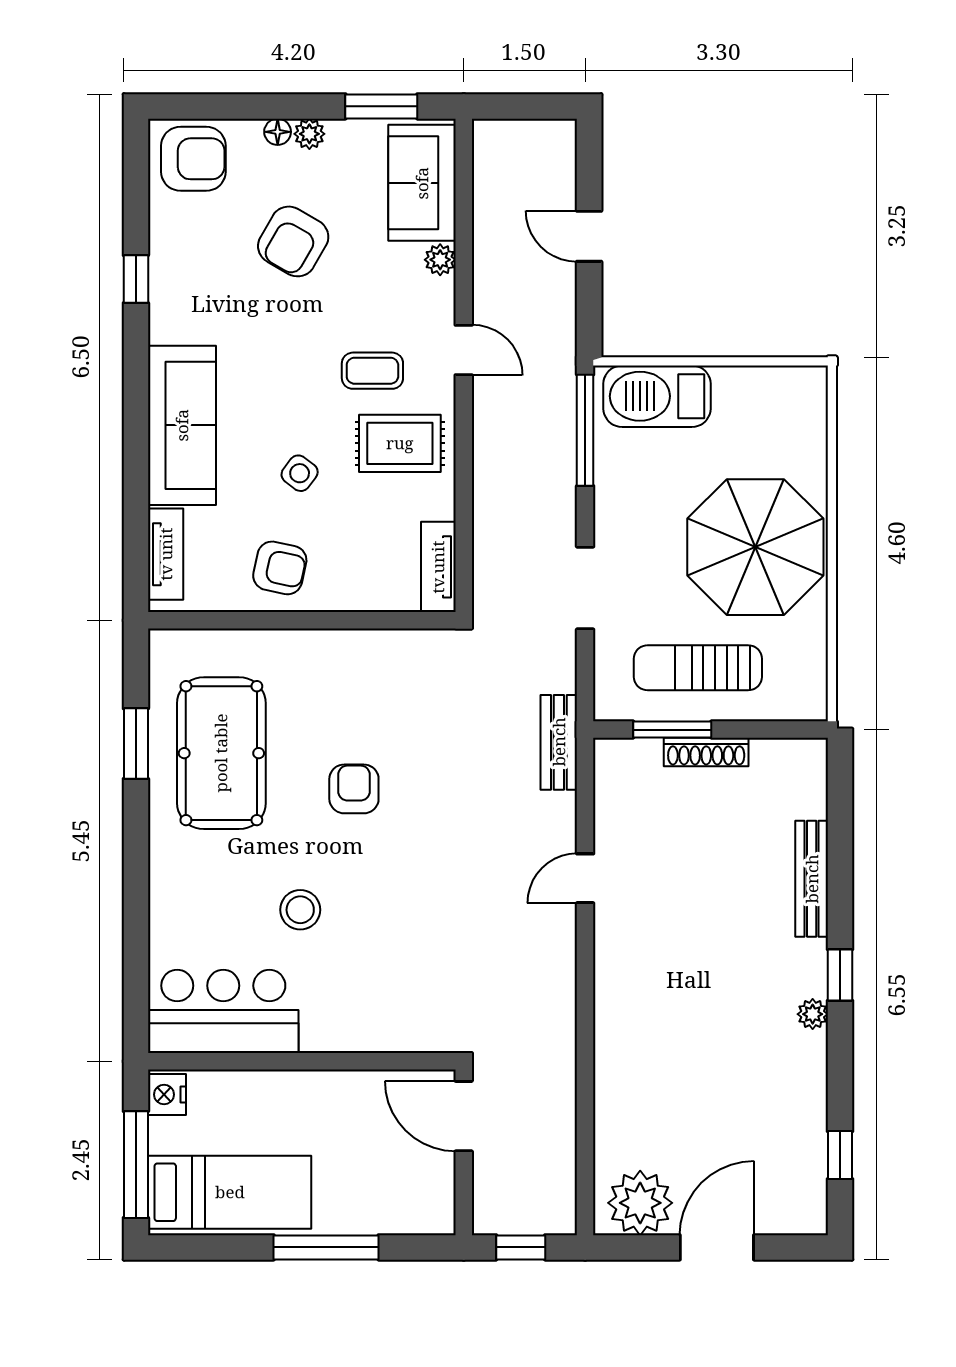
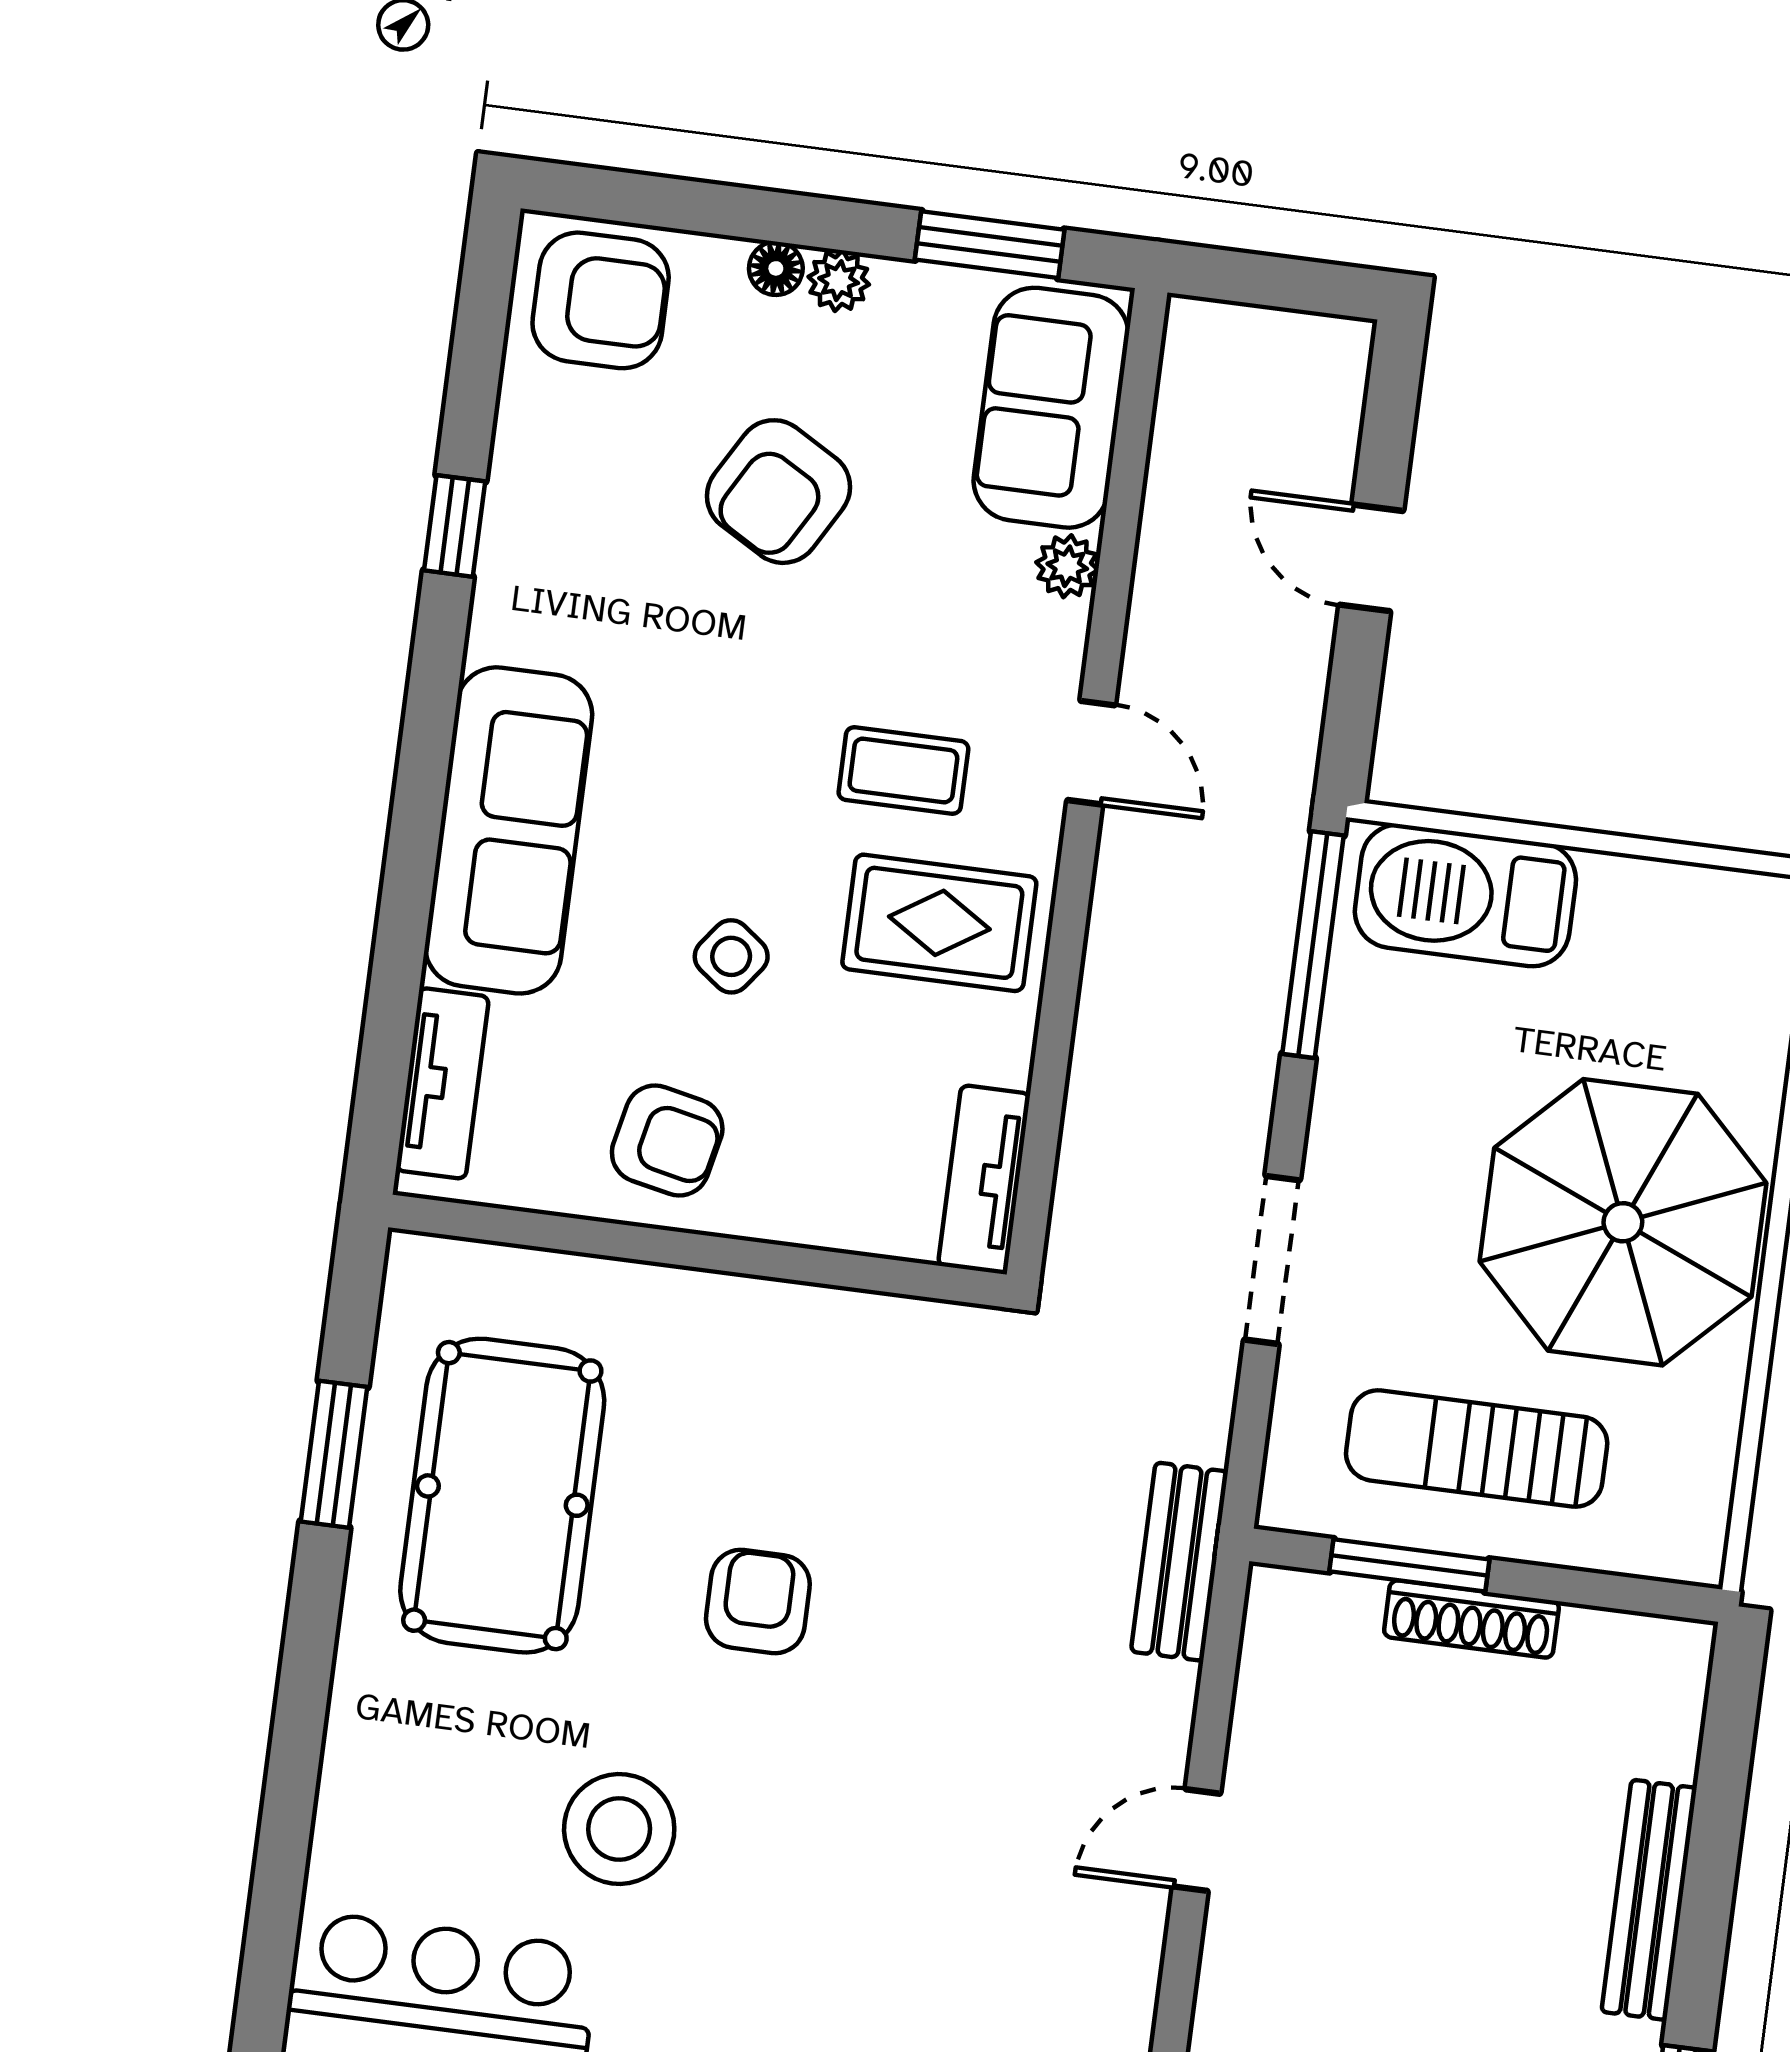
stool: (300, 910) -> (619, 1829), width x1.38, depth x1.38

